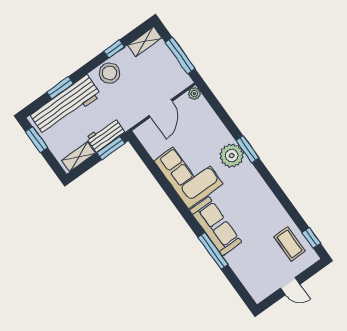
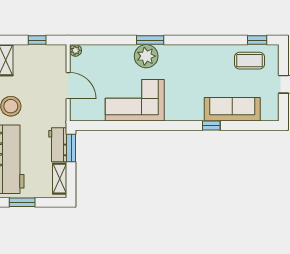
window: (180, 56) -> (37, 40), width x0.46
sofa: (216, 226) -> (232, 109), moved
window: (213, 251) -> (211, 126), width x0.46

